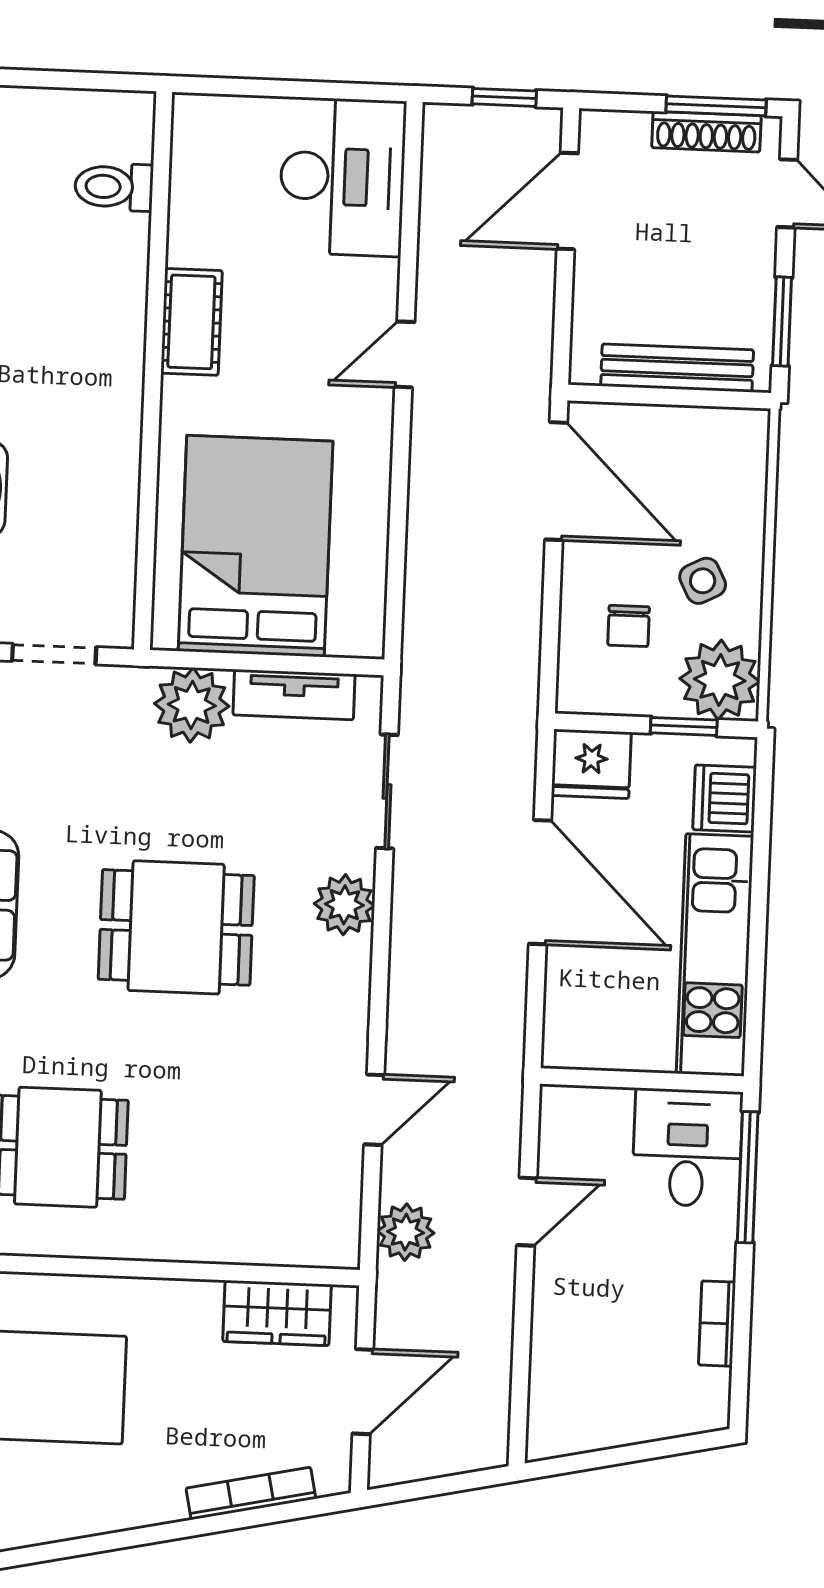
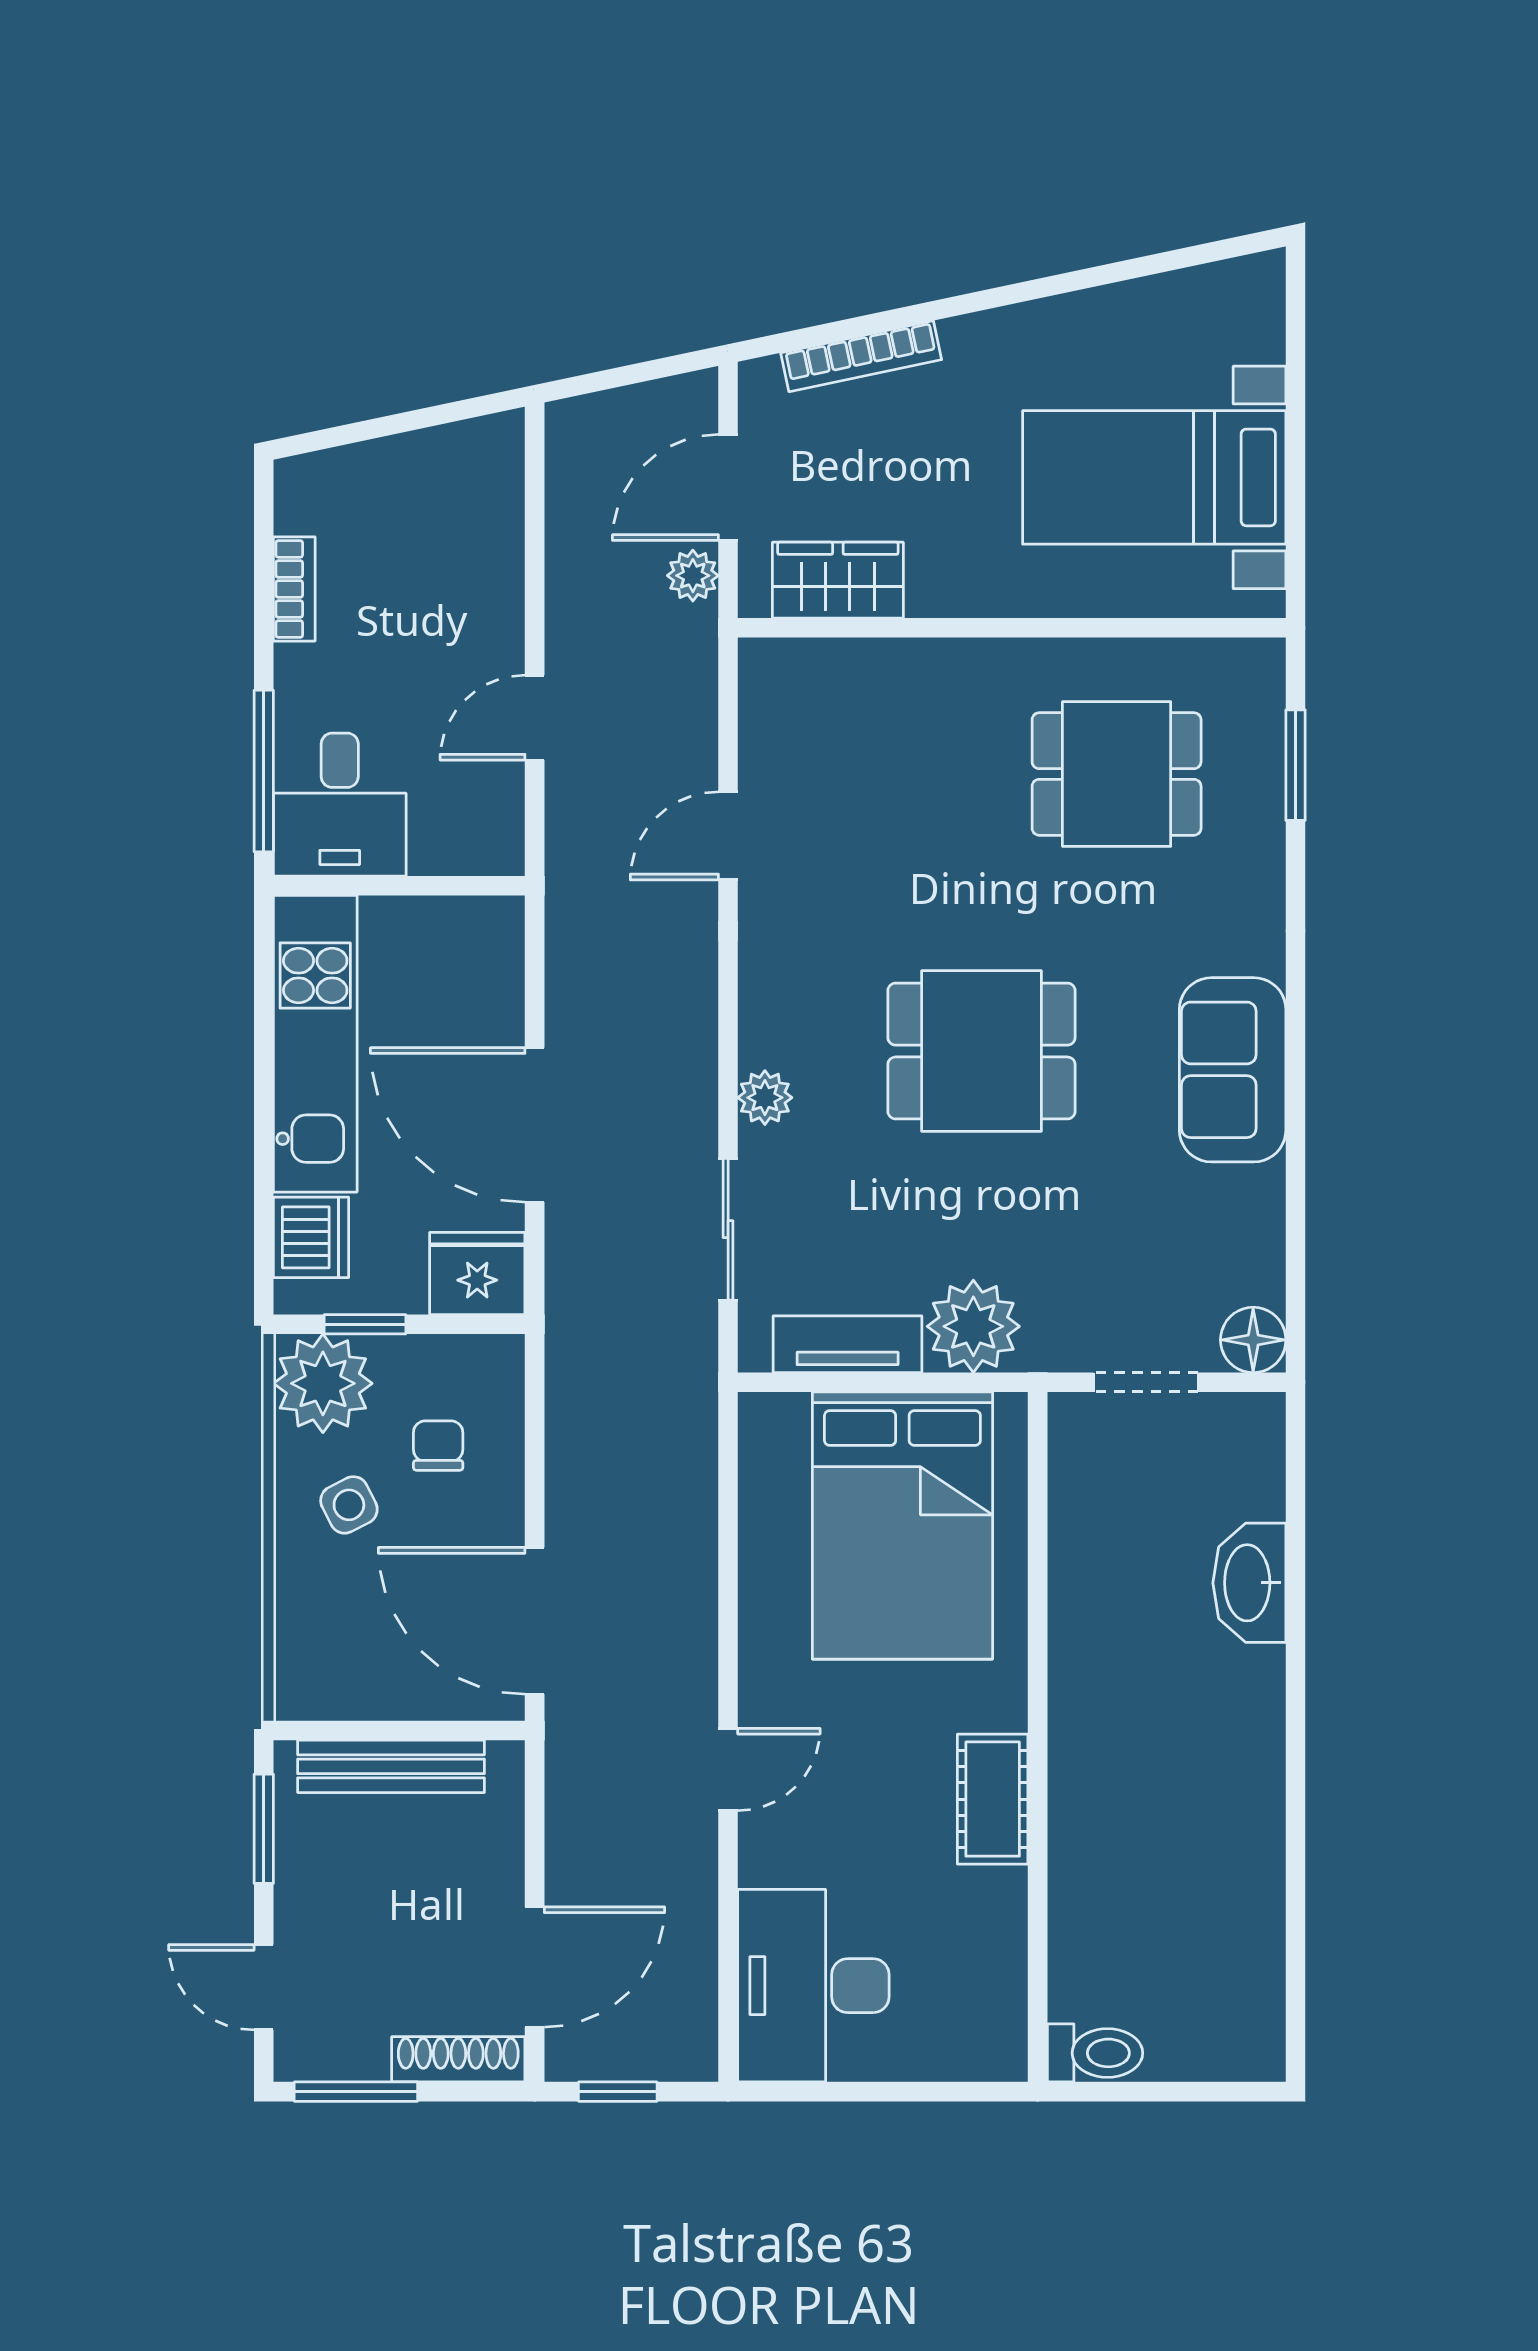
shoe rack: (706, 132) -> (458, 2059), moved
toilet: (114, 187) -> (1095, 2053), moved
plant: (344, 905) -> (765, 1098), width x0.73, depth x0.73
plant: (406, 1232) -> (693, 576), moved, width x0.73, depth x0.73

